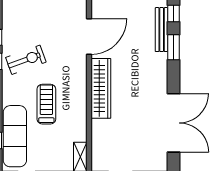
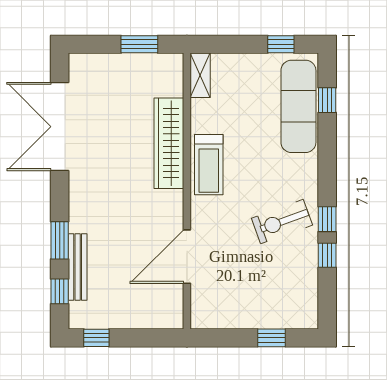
wardrobe: (101, 88) -> (169, 143), moved
treadmill: (46, 104) -> (209, 165), moved

